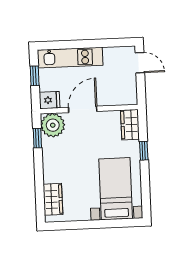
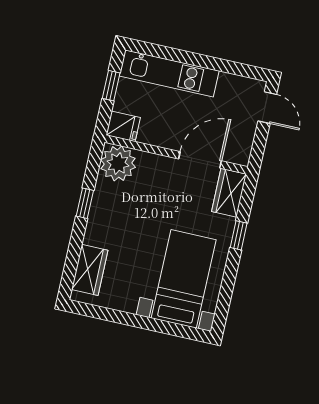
door: (83, 109) -> (200, 160), moved
window: (37, 138) -> (85, 203), moved

